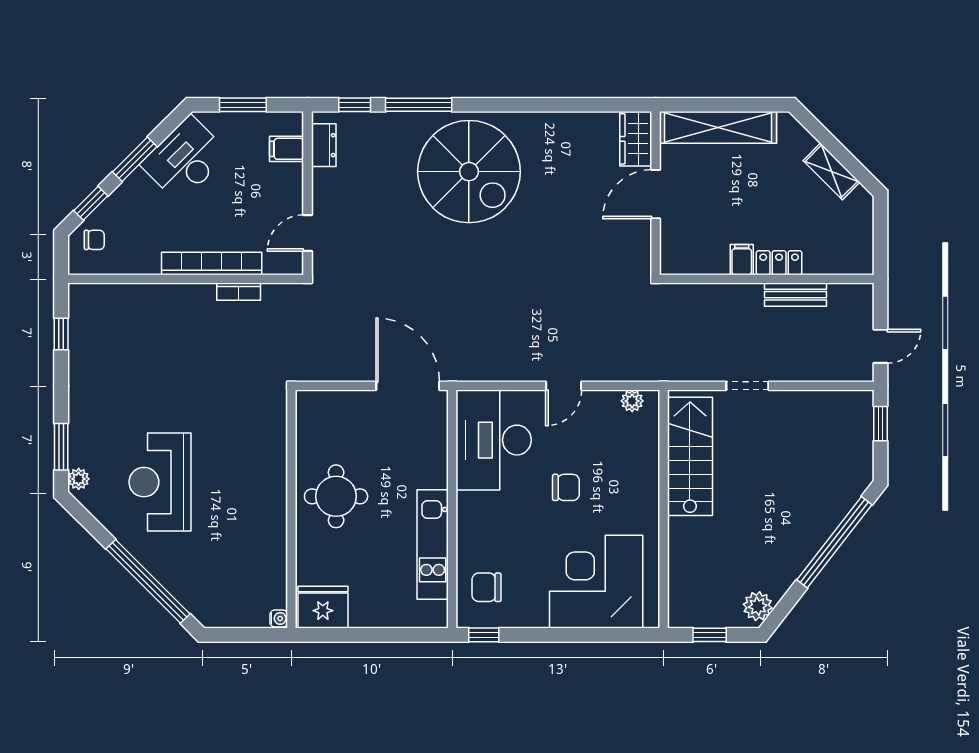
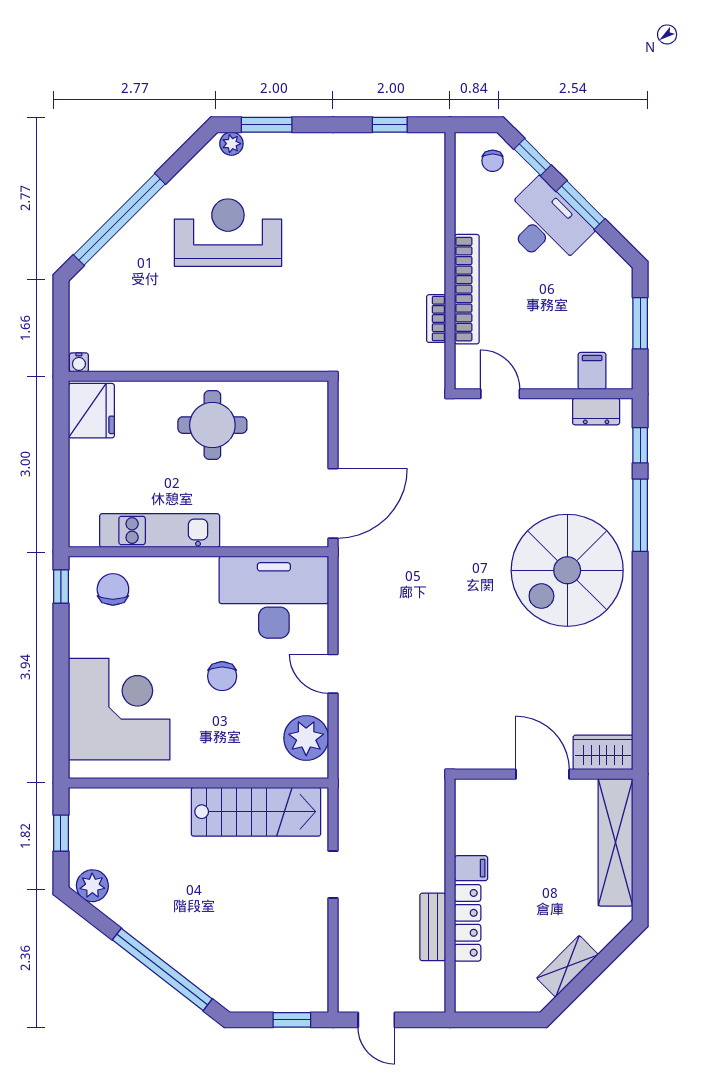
desk: (185, 159) -> (546, 225), moved
locker: (779, 263) -> (468, 923), width x1.53
plant: (632, 401) -> (306, 738), width x1.87, depth x1.87

